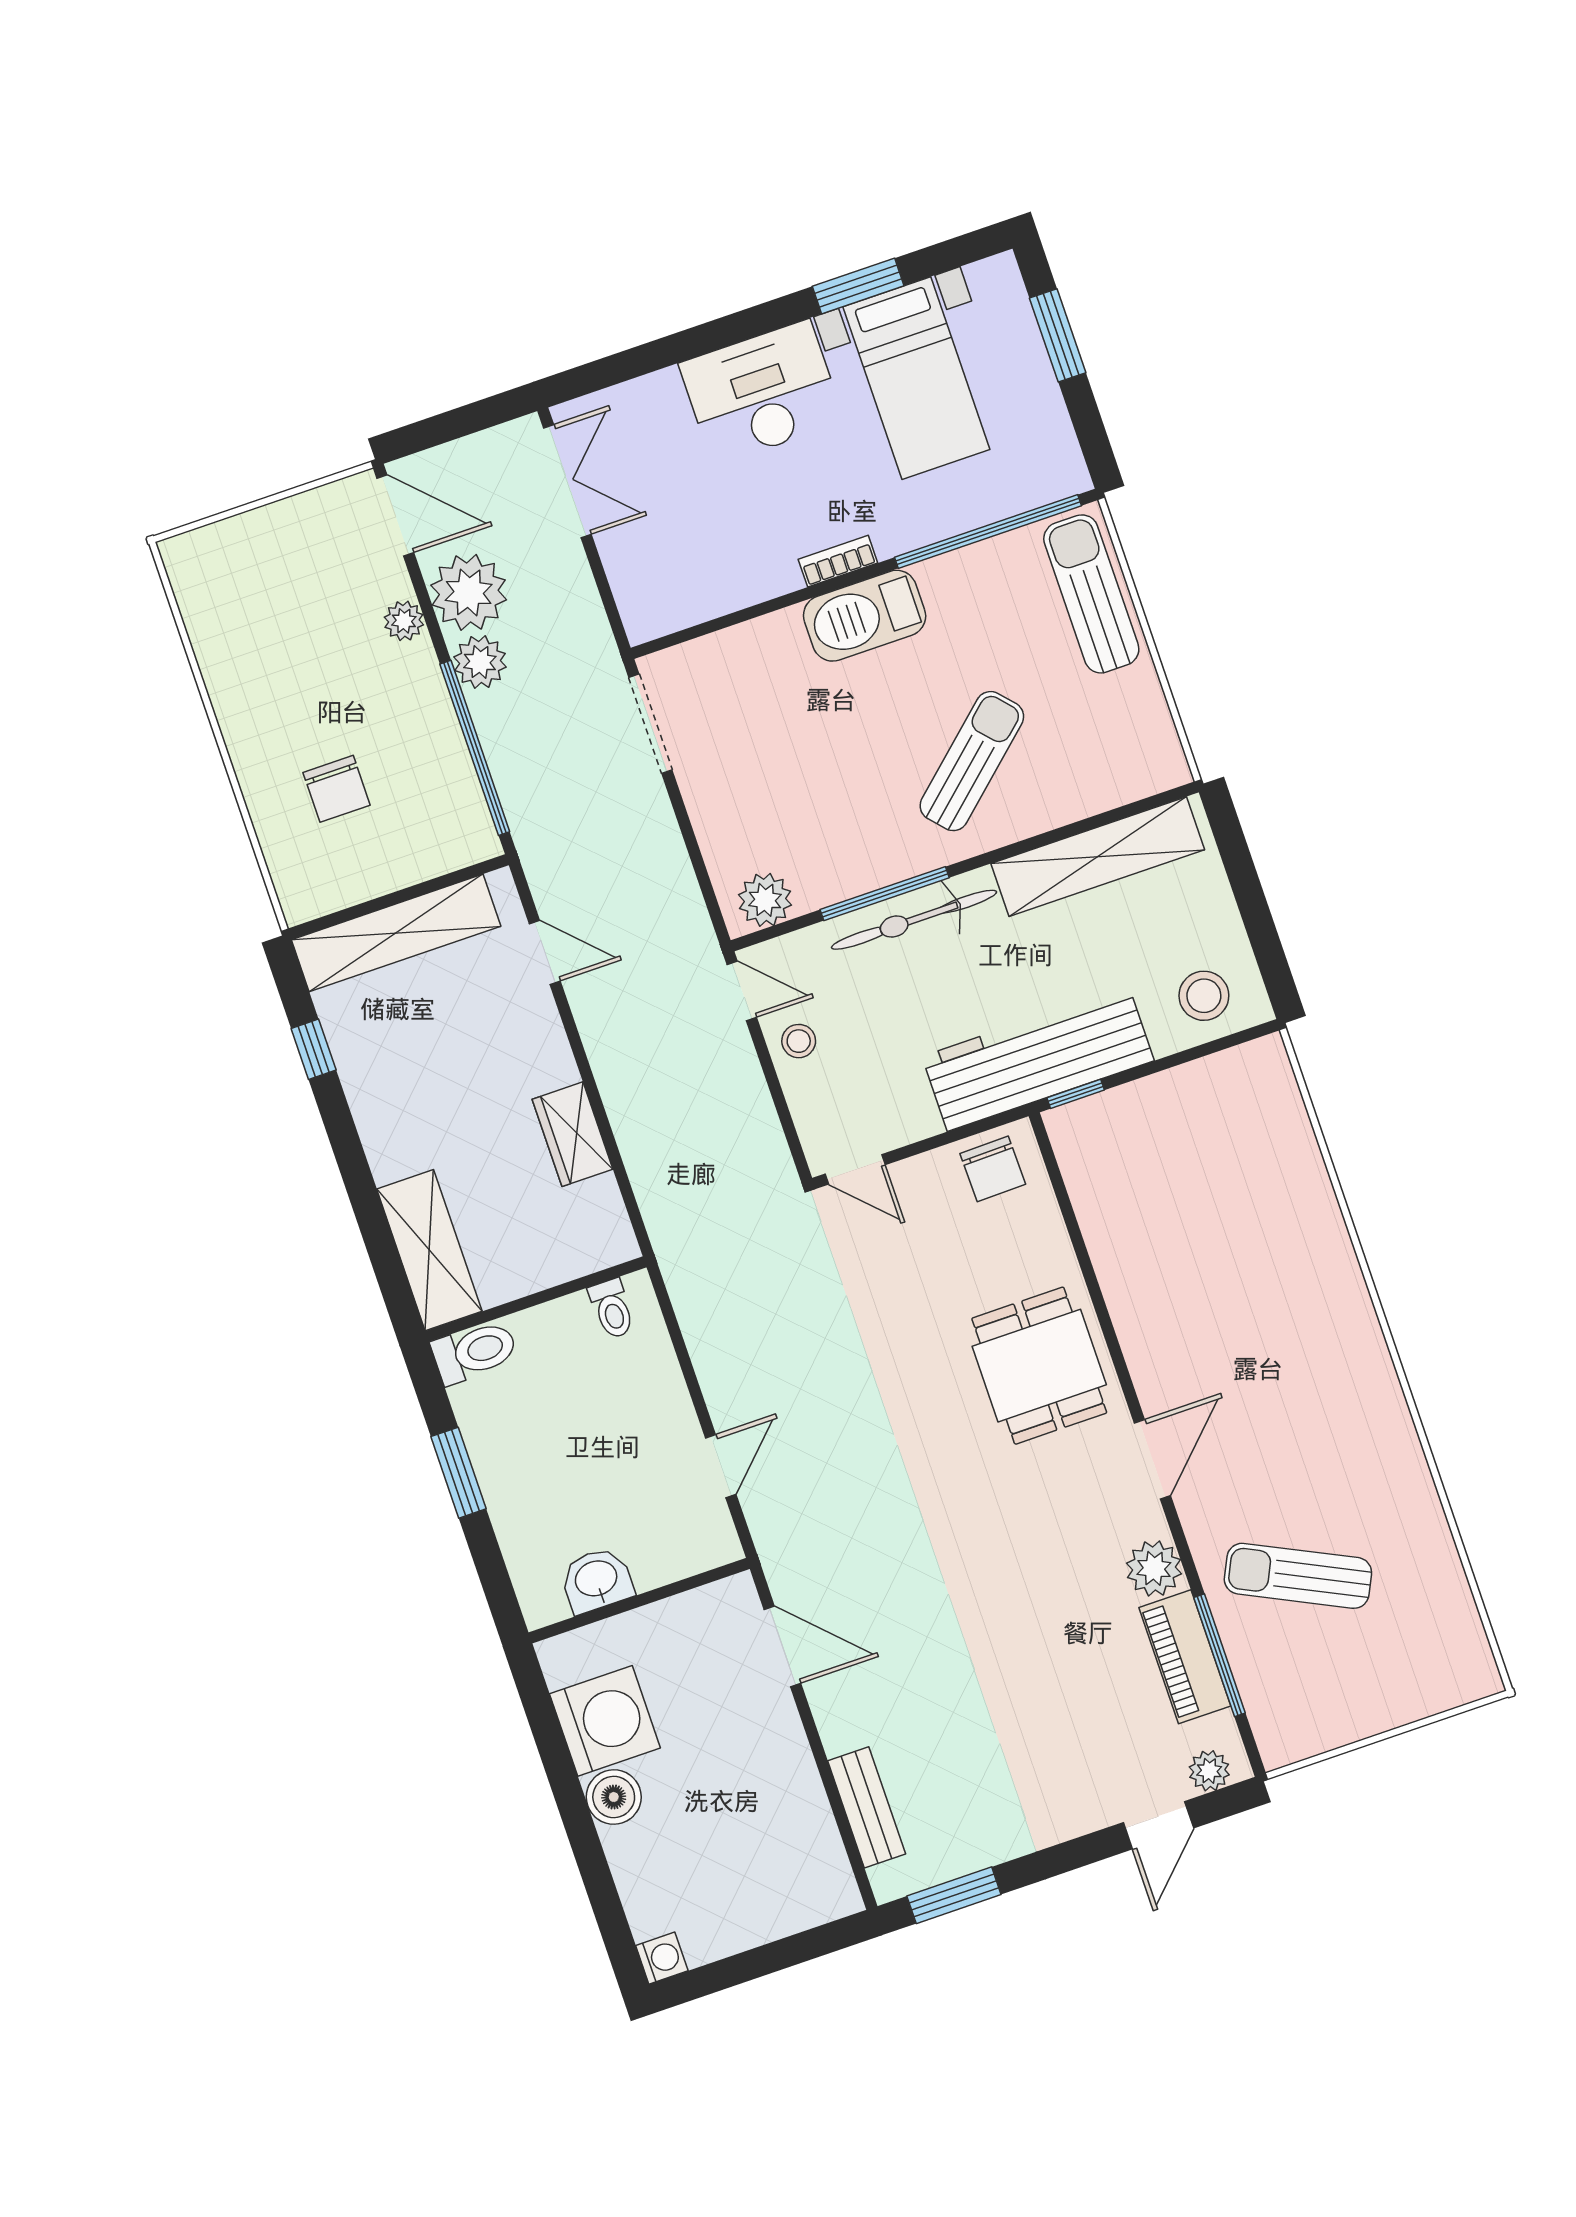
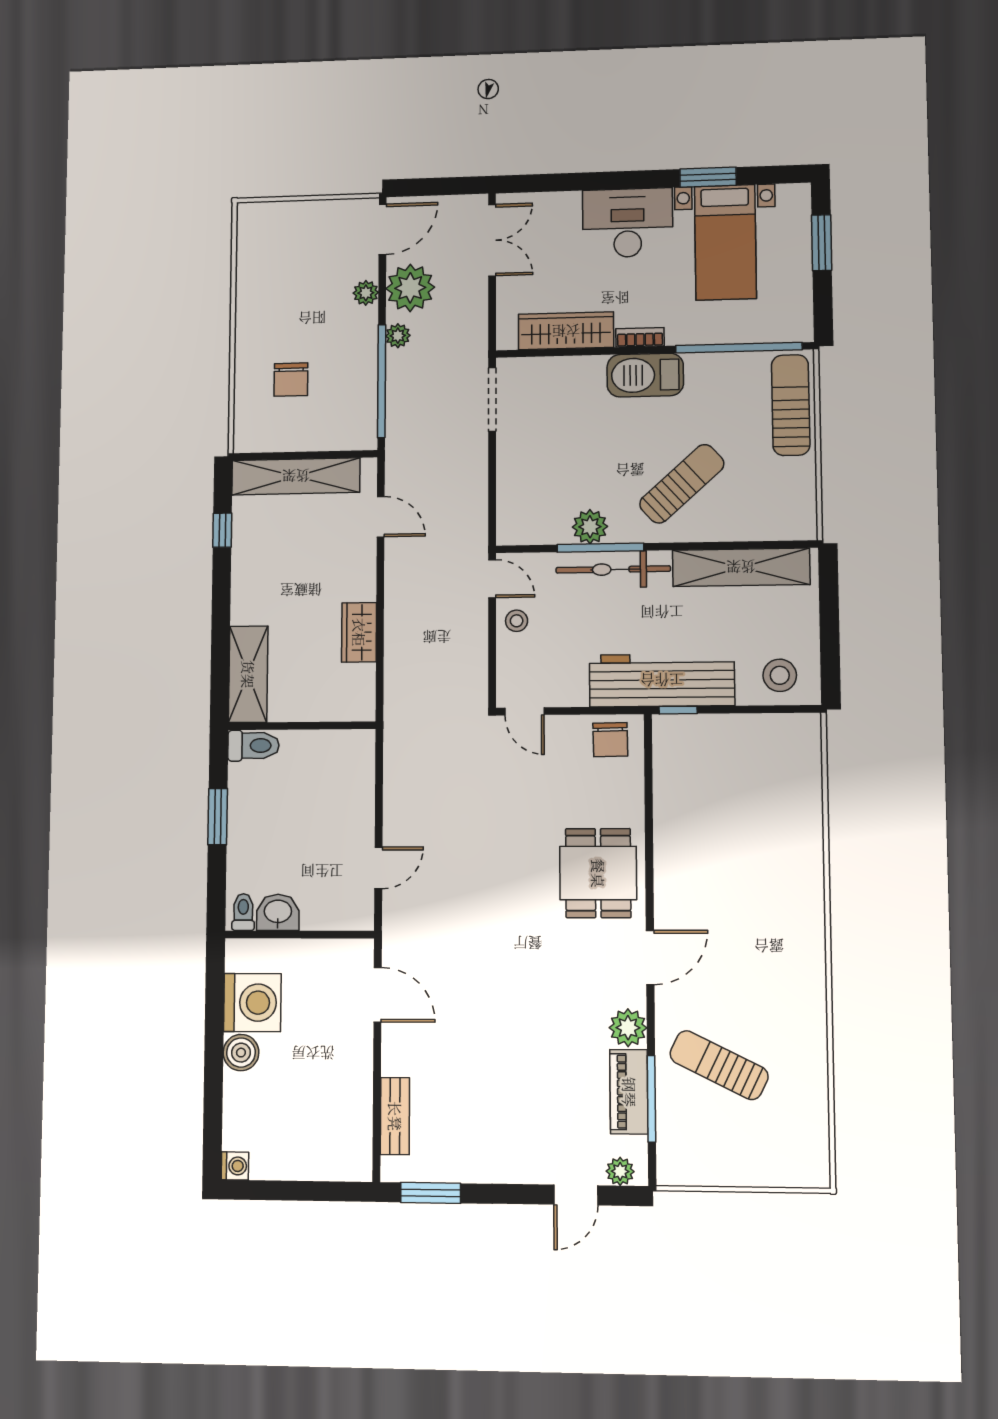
door: (395, 515) -> (383, 229), hinge flipped
wardrobe: (725, 585) -> (566, 331), added
plant: (480, 662) -> (398, 336), width x0.73, depth x0.73
plant: (765, 900) -> (590, 527), moved
toilet: (612, 1309) -> (243, 912), moved, turned 180

